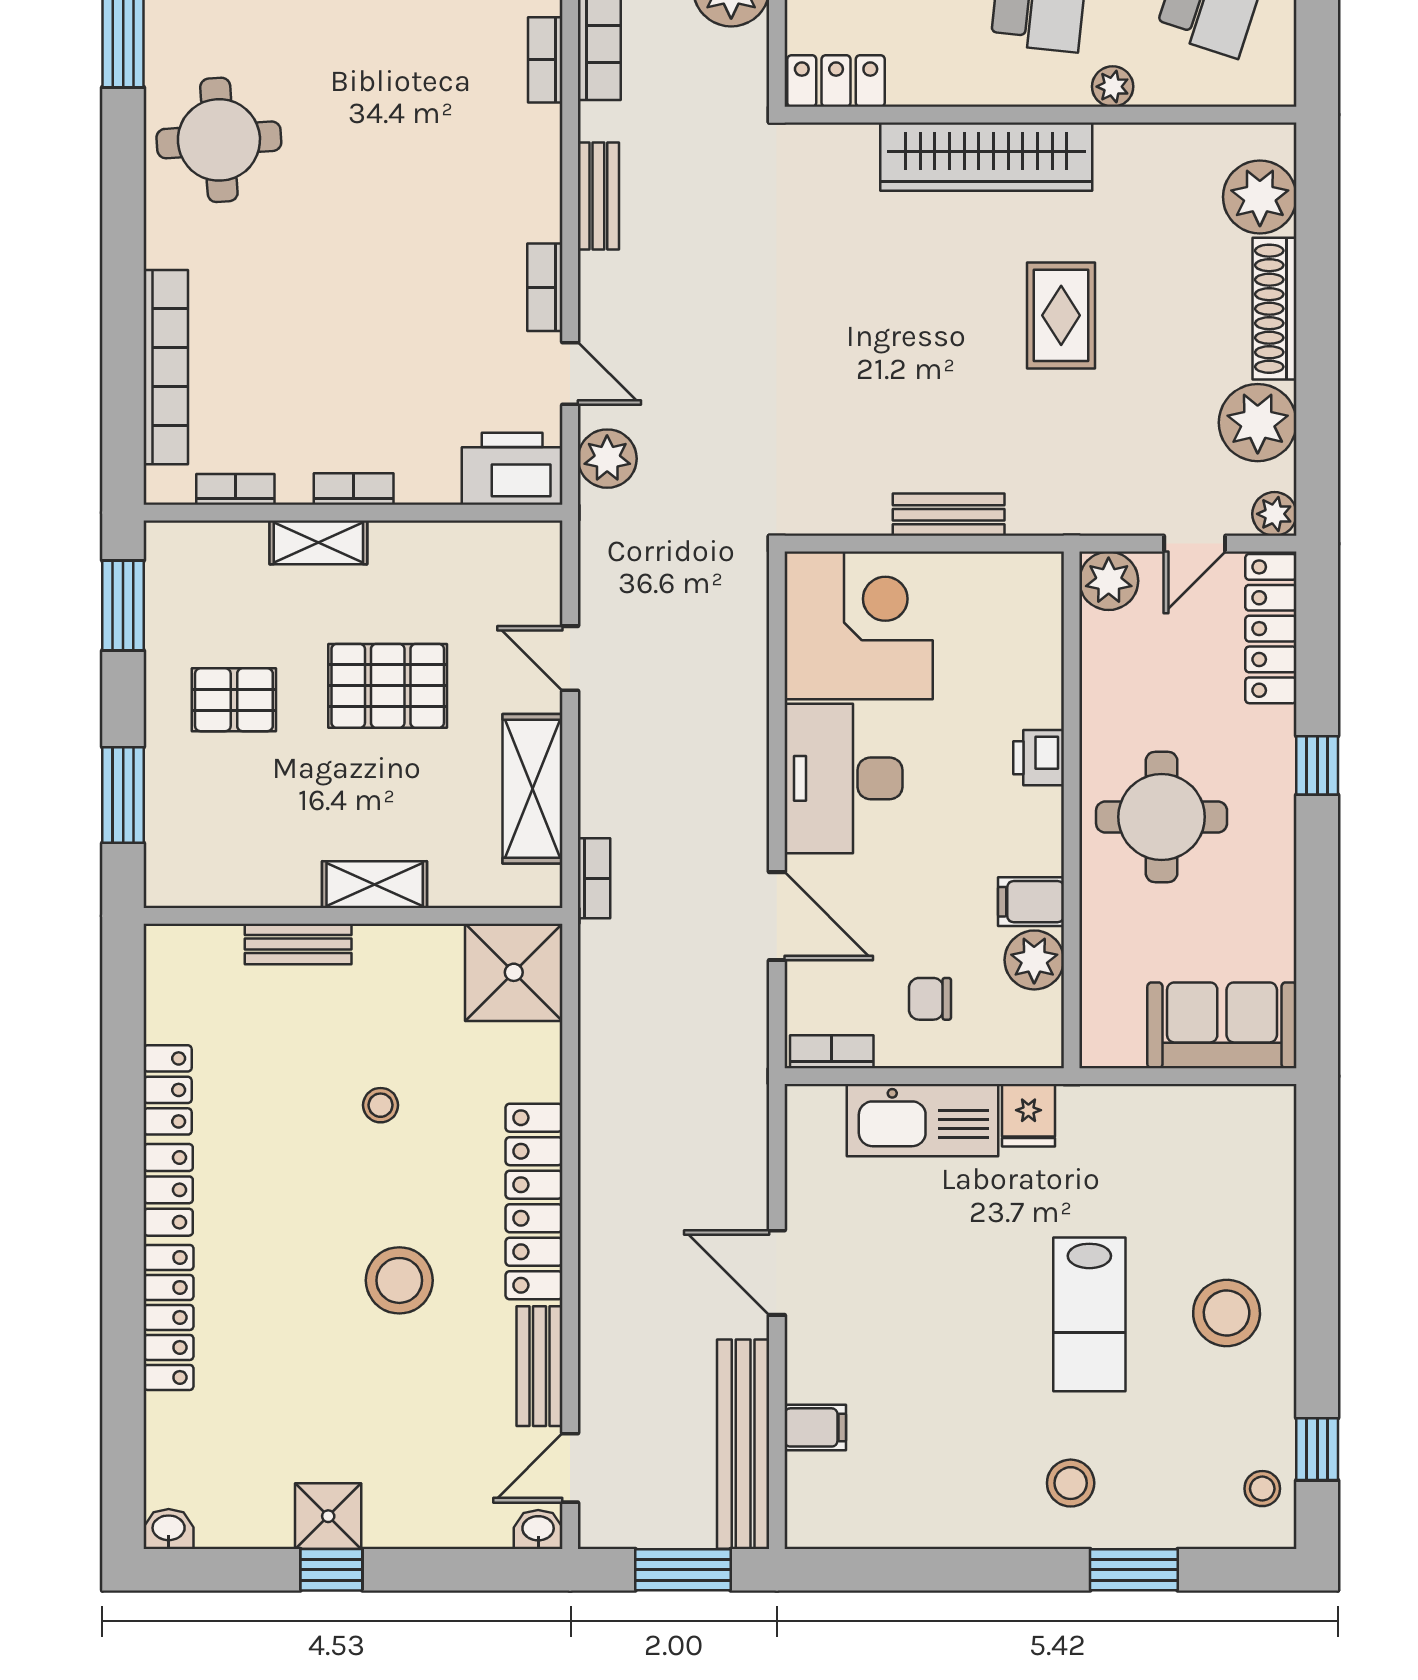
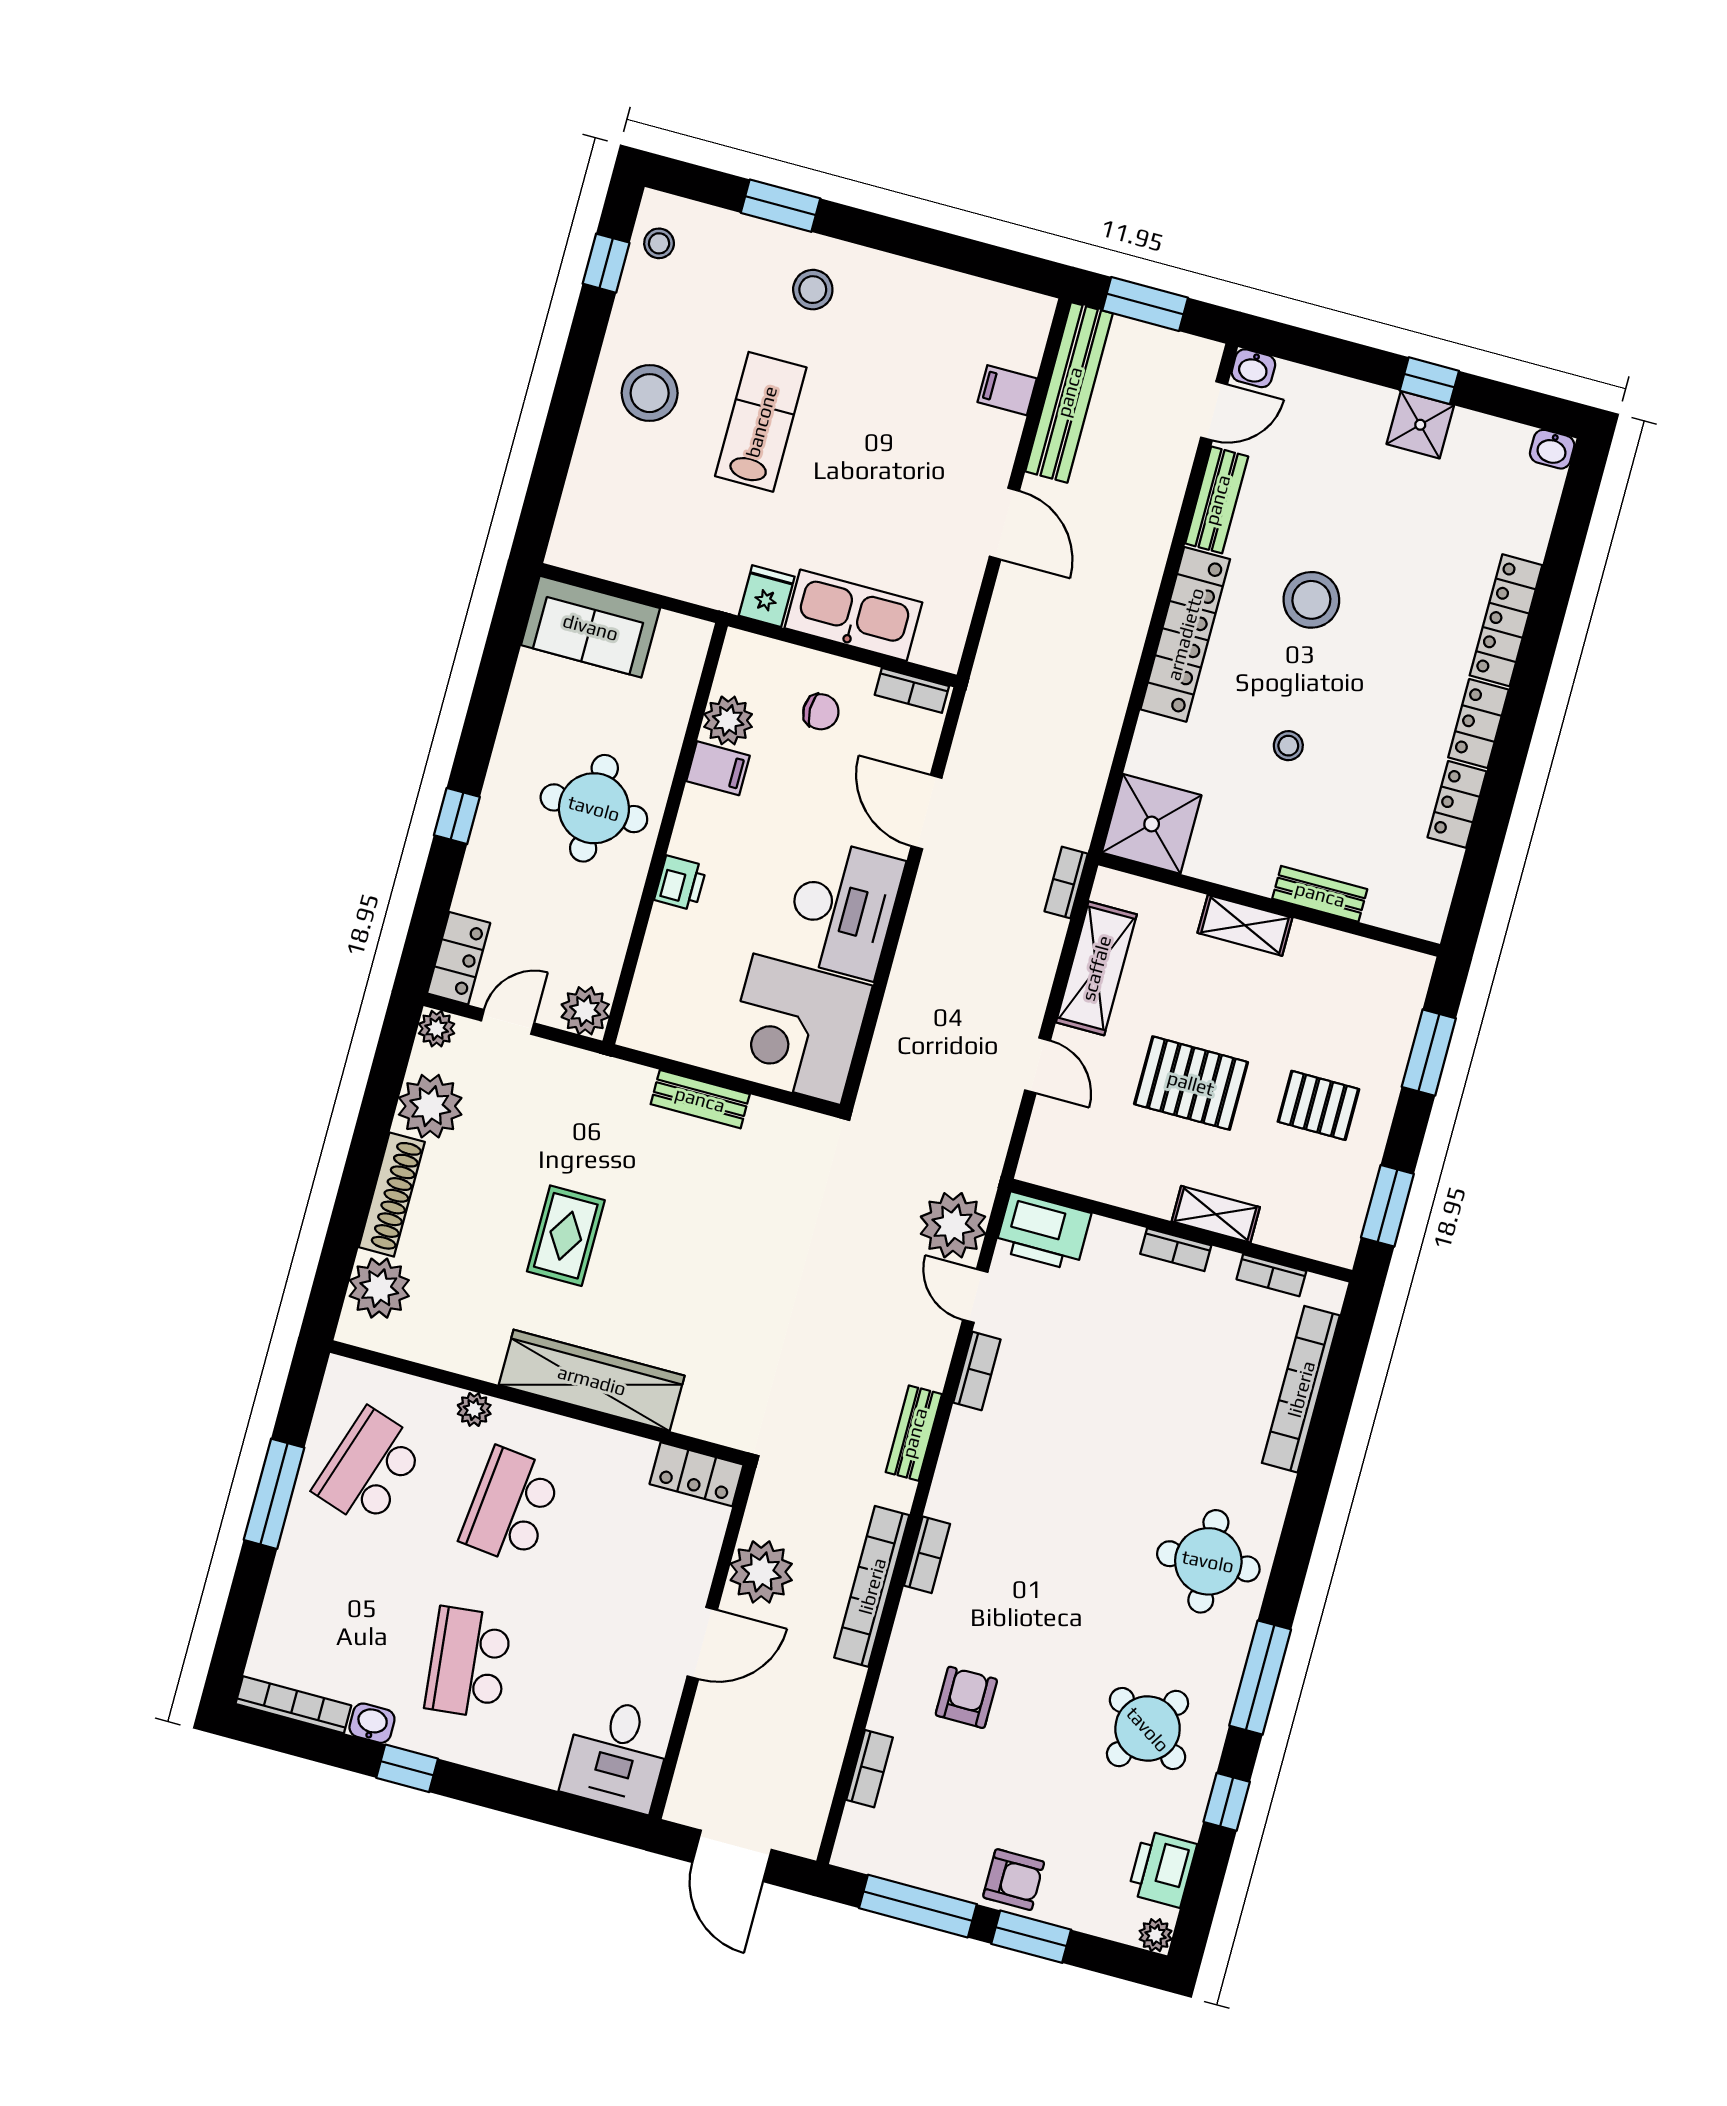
plant: (607, 459) -> (953, 1225), width x1.36, depth x1.36
locker: (1271, 629) -> (459, 958), width x0.66

